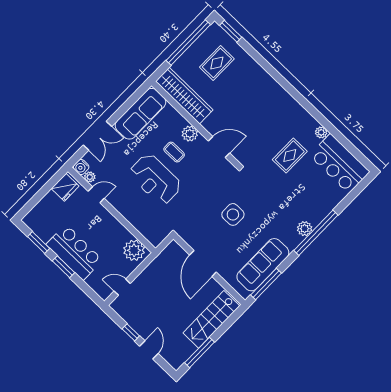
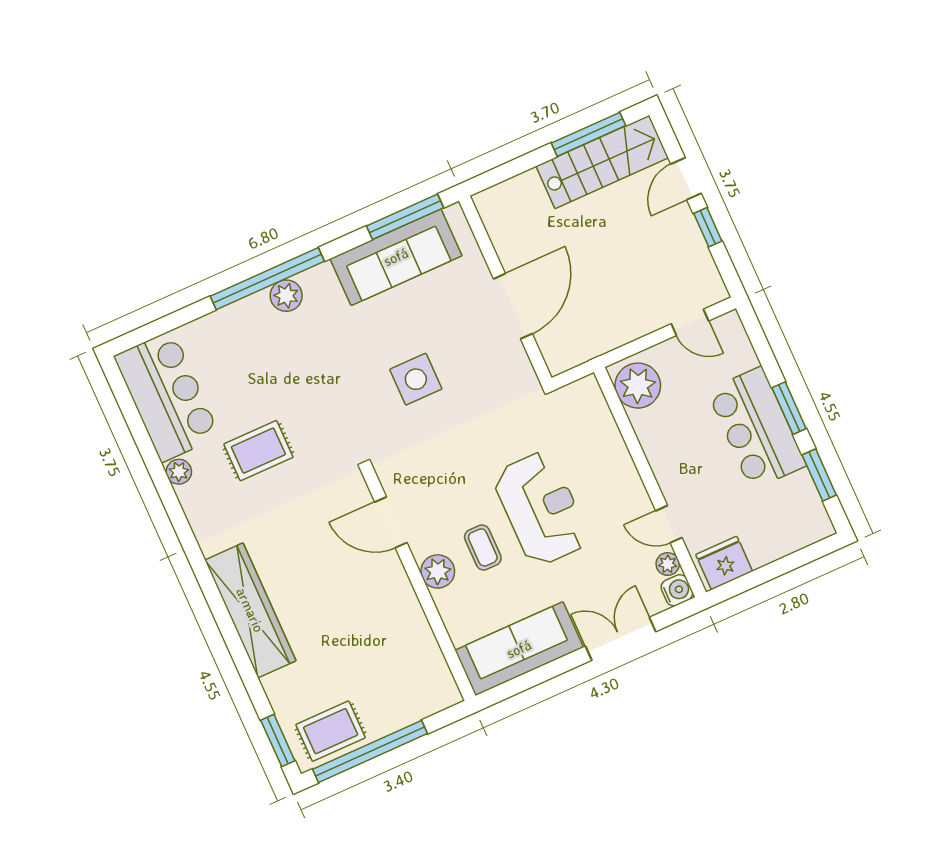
rug: (217, 63) -> (331, 731), moved
wardrobe: (184, 96) -> (250, 610), moved, turned 180
stairs: (211, 319) -> (602, 162), moved

